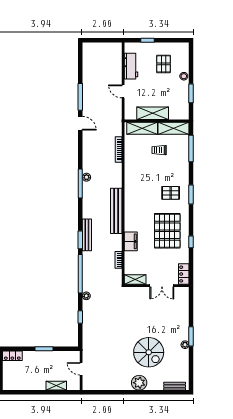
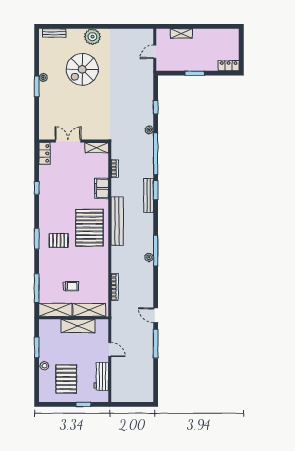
pallet: (164, 64) -> (66, 379), width x1.50, depth x1.42
pallet: (167, 231) -> (89, 228), moved
spiral stairs: (149, 352) -> (82, 69), turned -90
door: (81, 369) -> (155, 52), swing flipped

